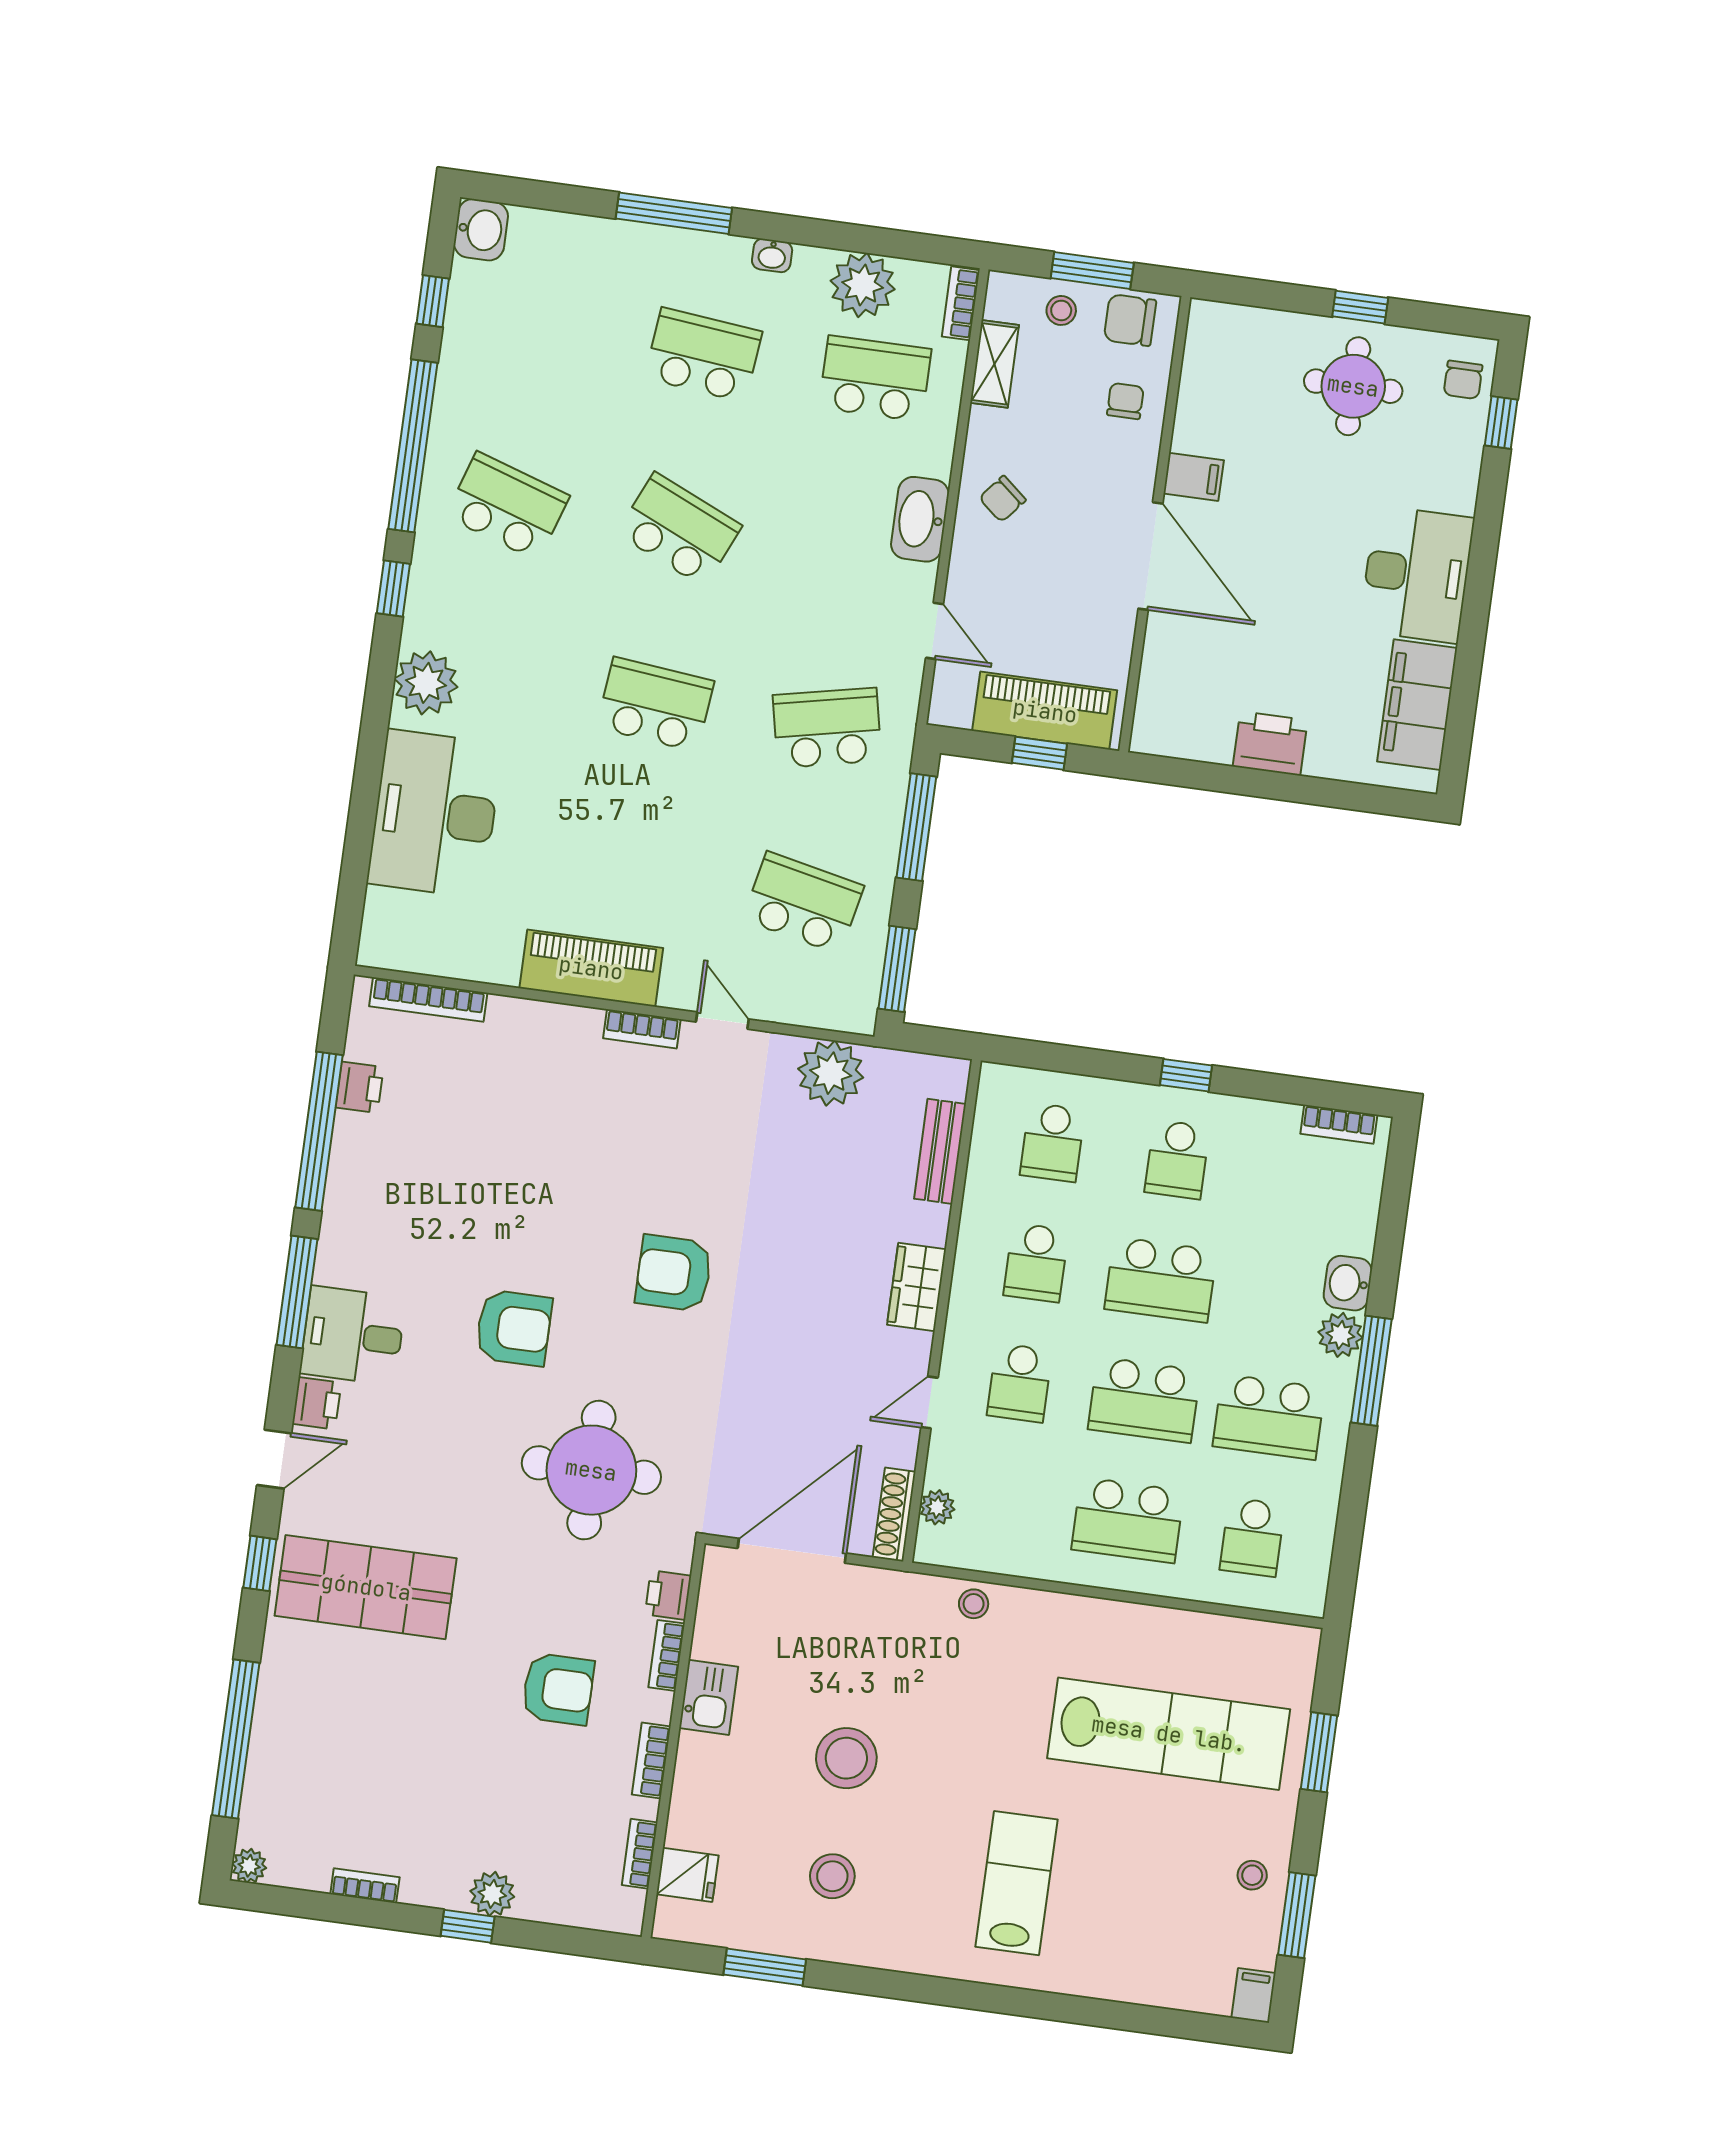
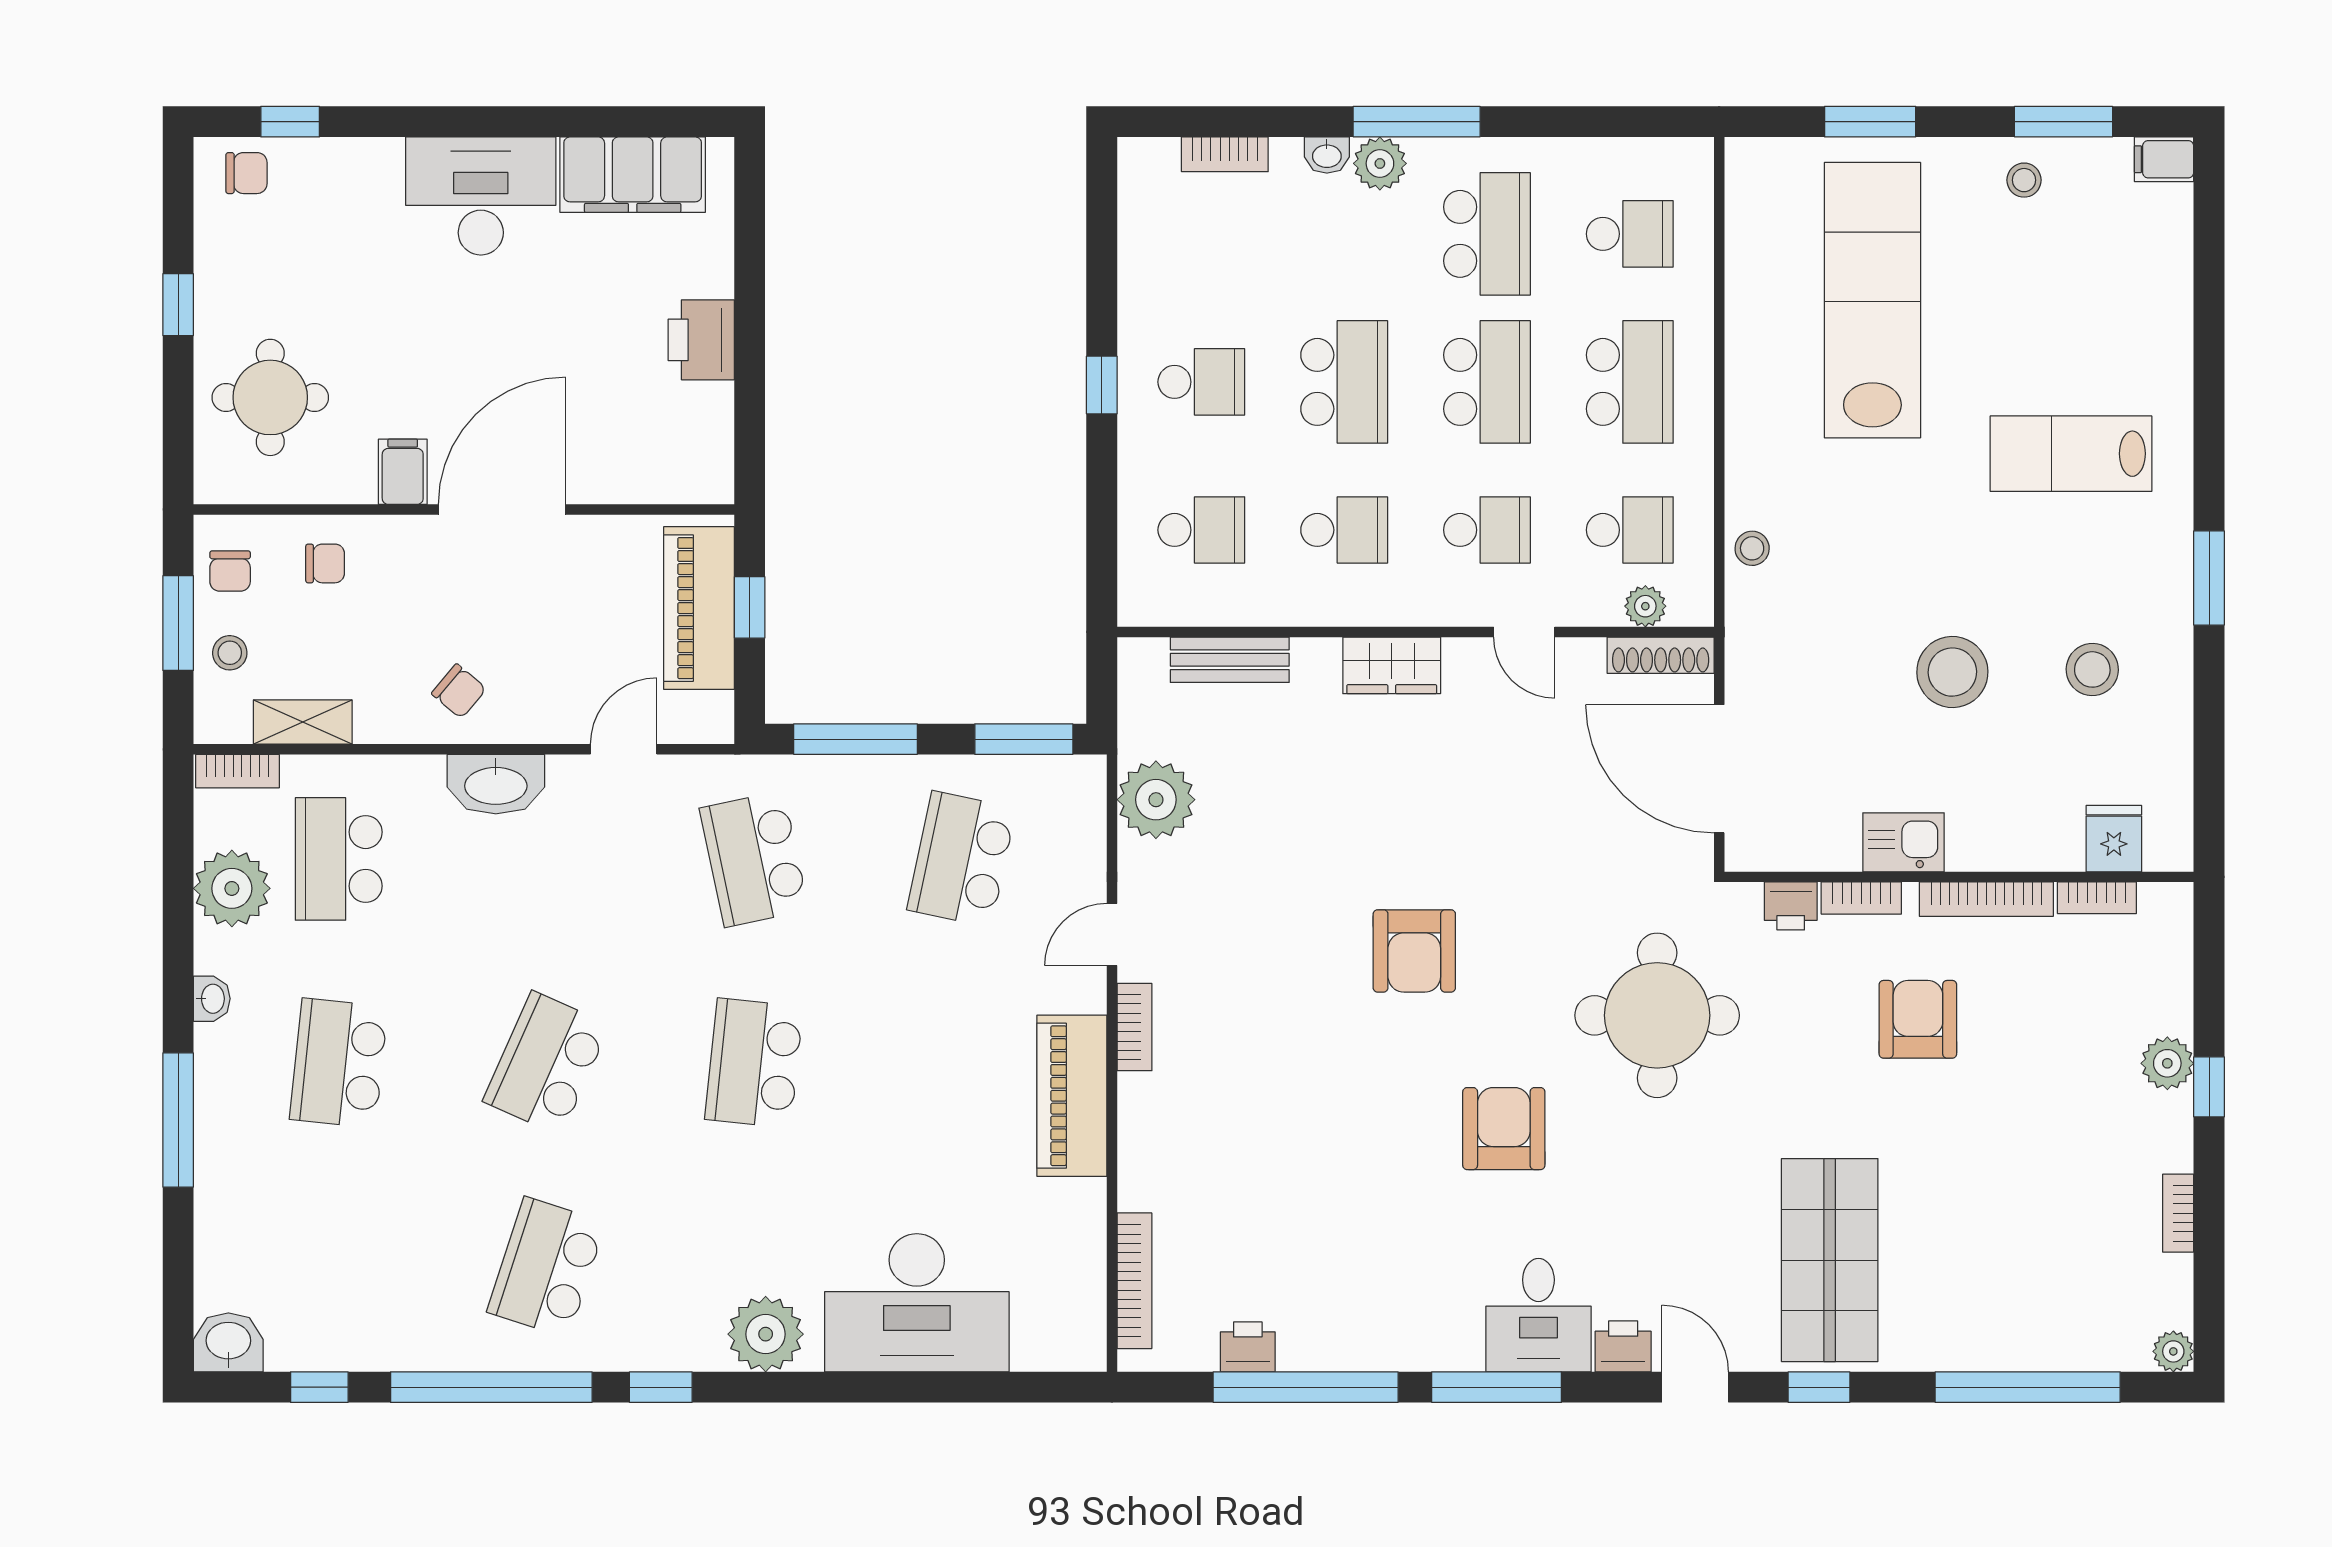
chair: (1130, 320) -> (230, 571), width x0.73, depth x0.73
round table: (1353, 386) -> (270, 397), moved
chair: (1125, 401) -> (325, 563), turned 180
bookcase: (1339, 1124) -> (1225, 154), moved, turned 90
washbasin: (1348, 1283) -> (1327, 155), width x0.72, depth x0.69
school desk: (1003, 1503) -> (1630, 530), added
bookcase: (651, 1761) -> (1986, 899), width x1.56
window: (765, 1967) -> (2209, 578), moved

